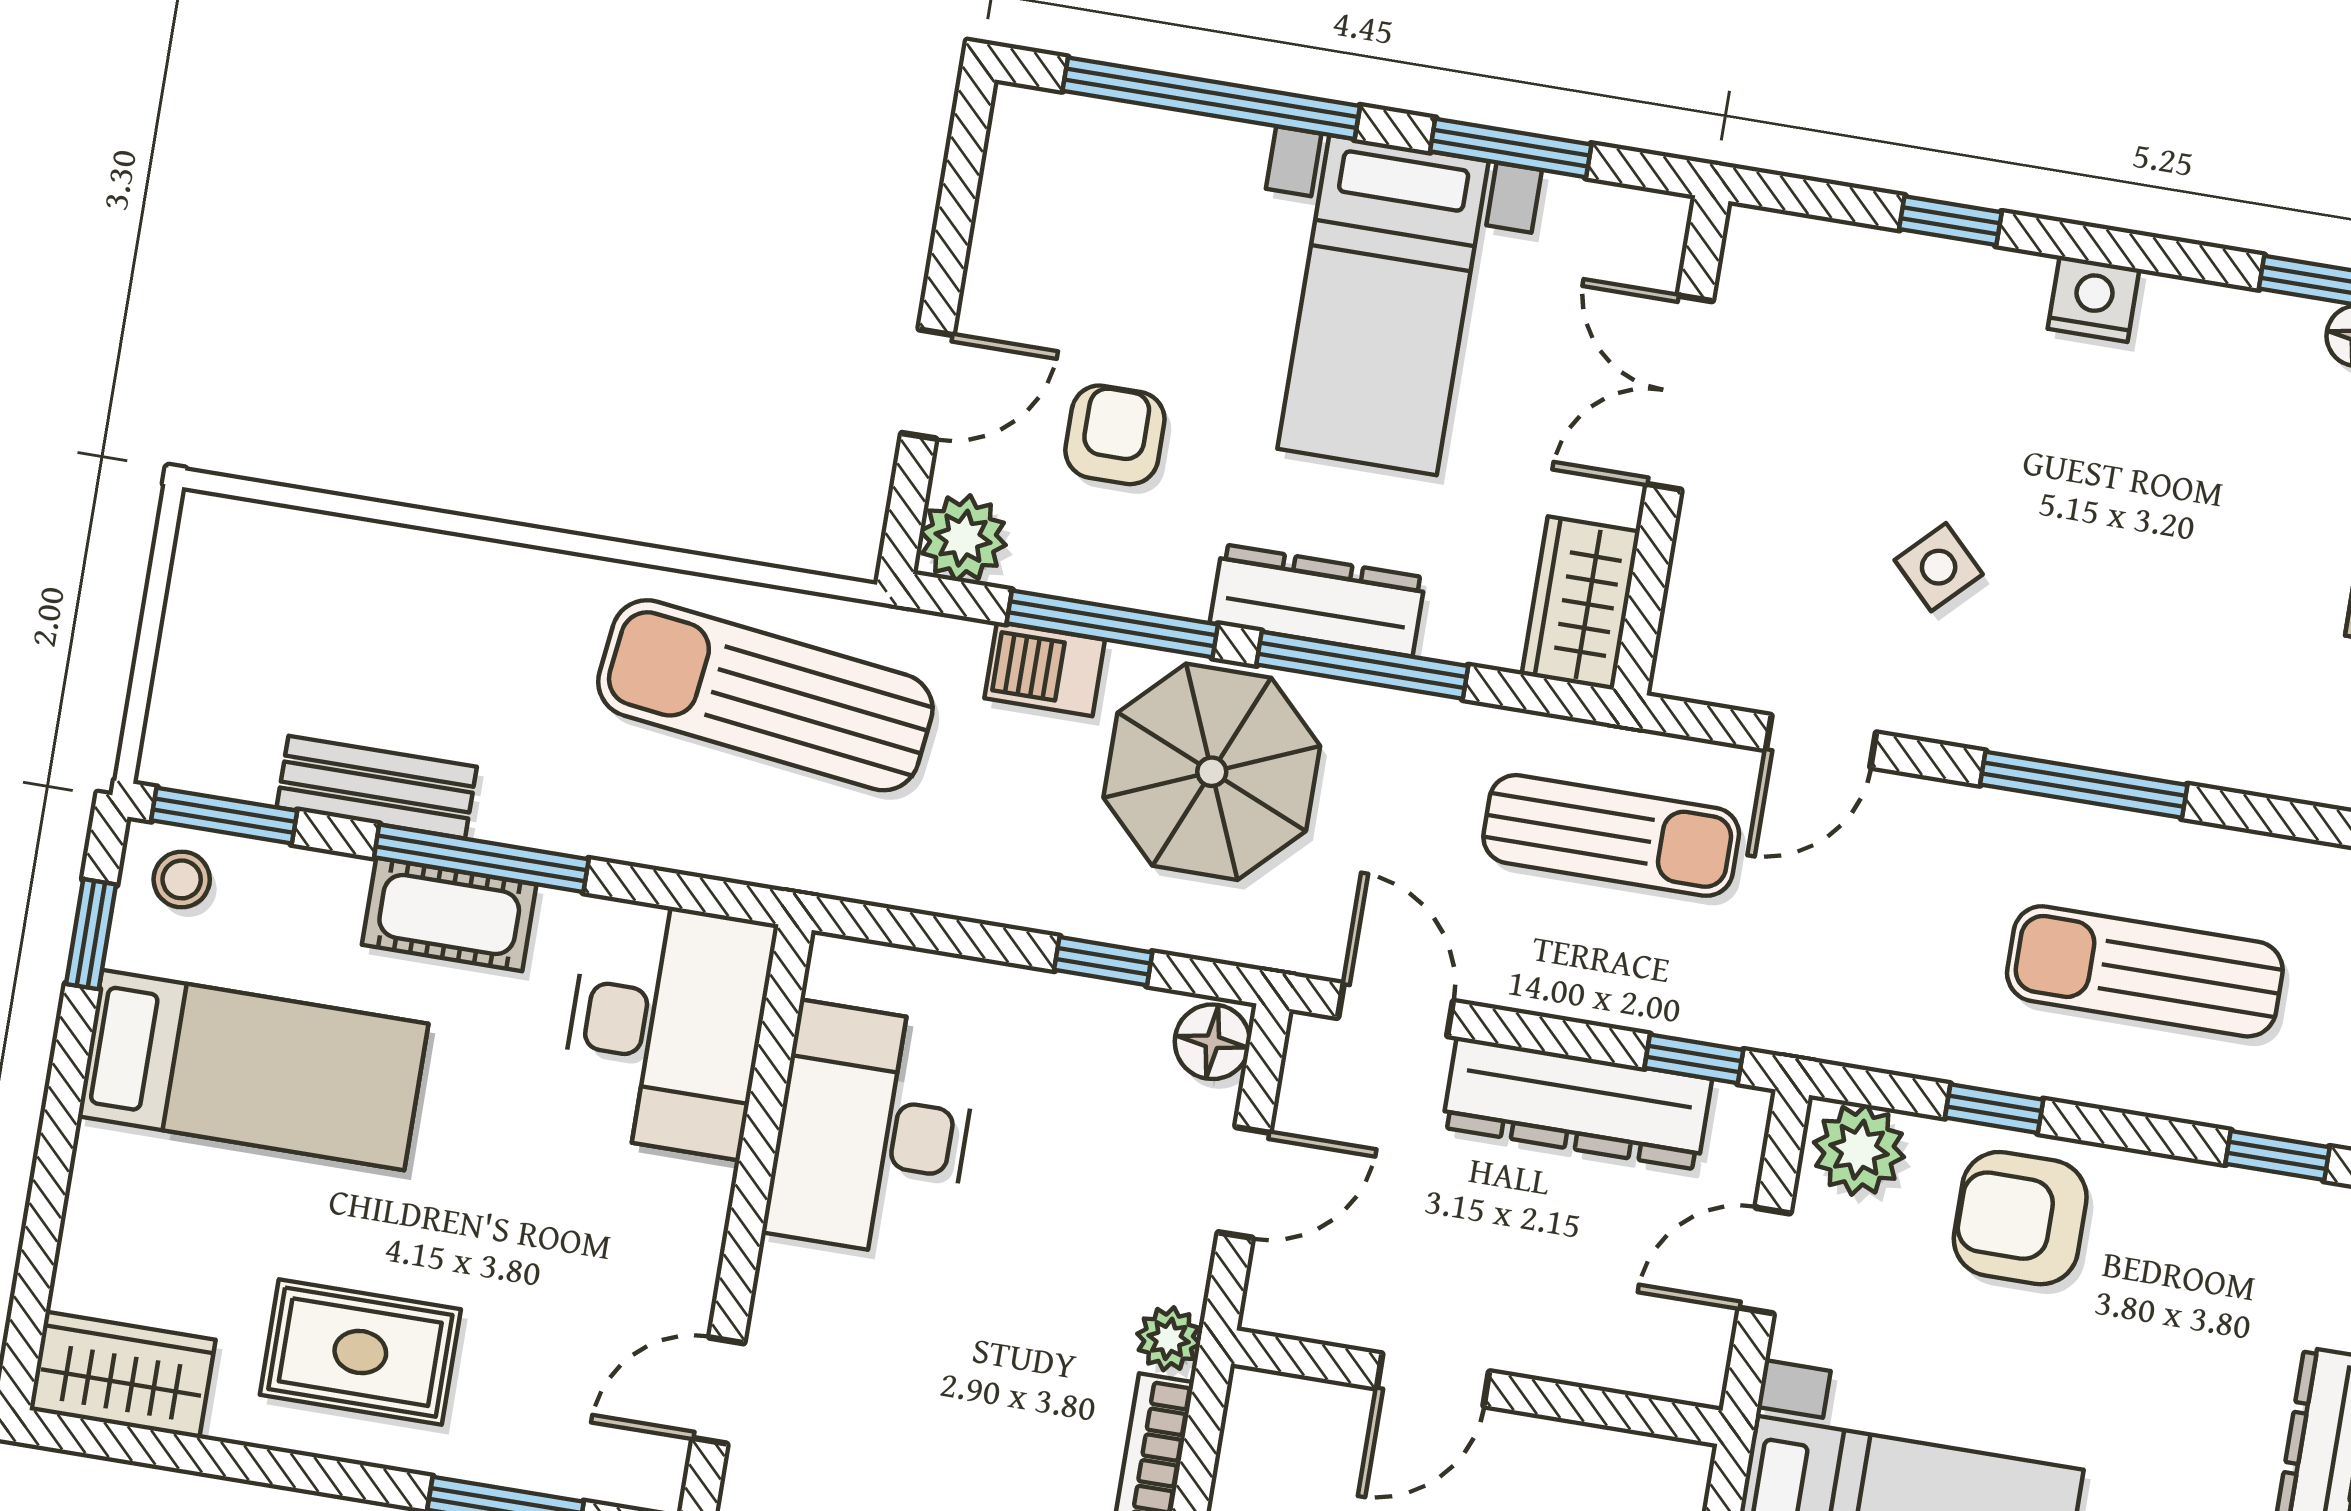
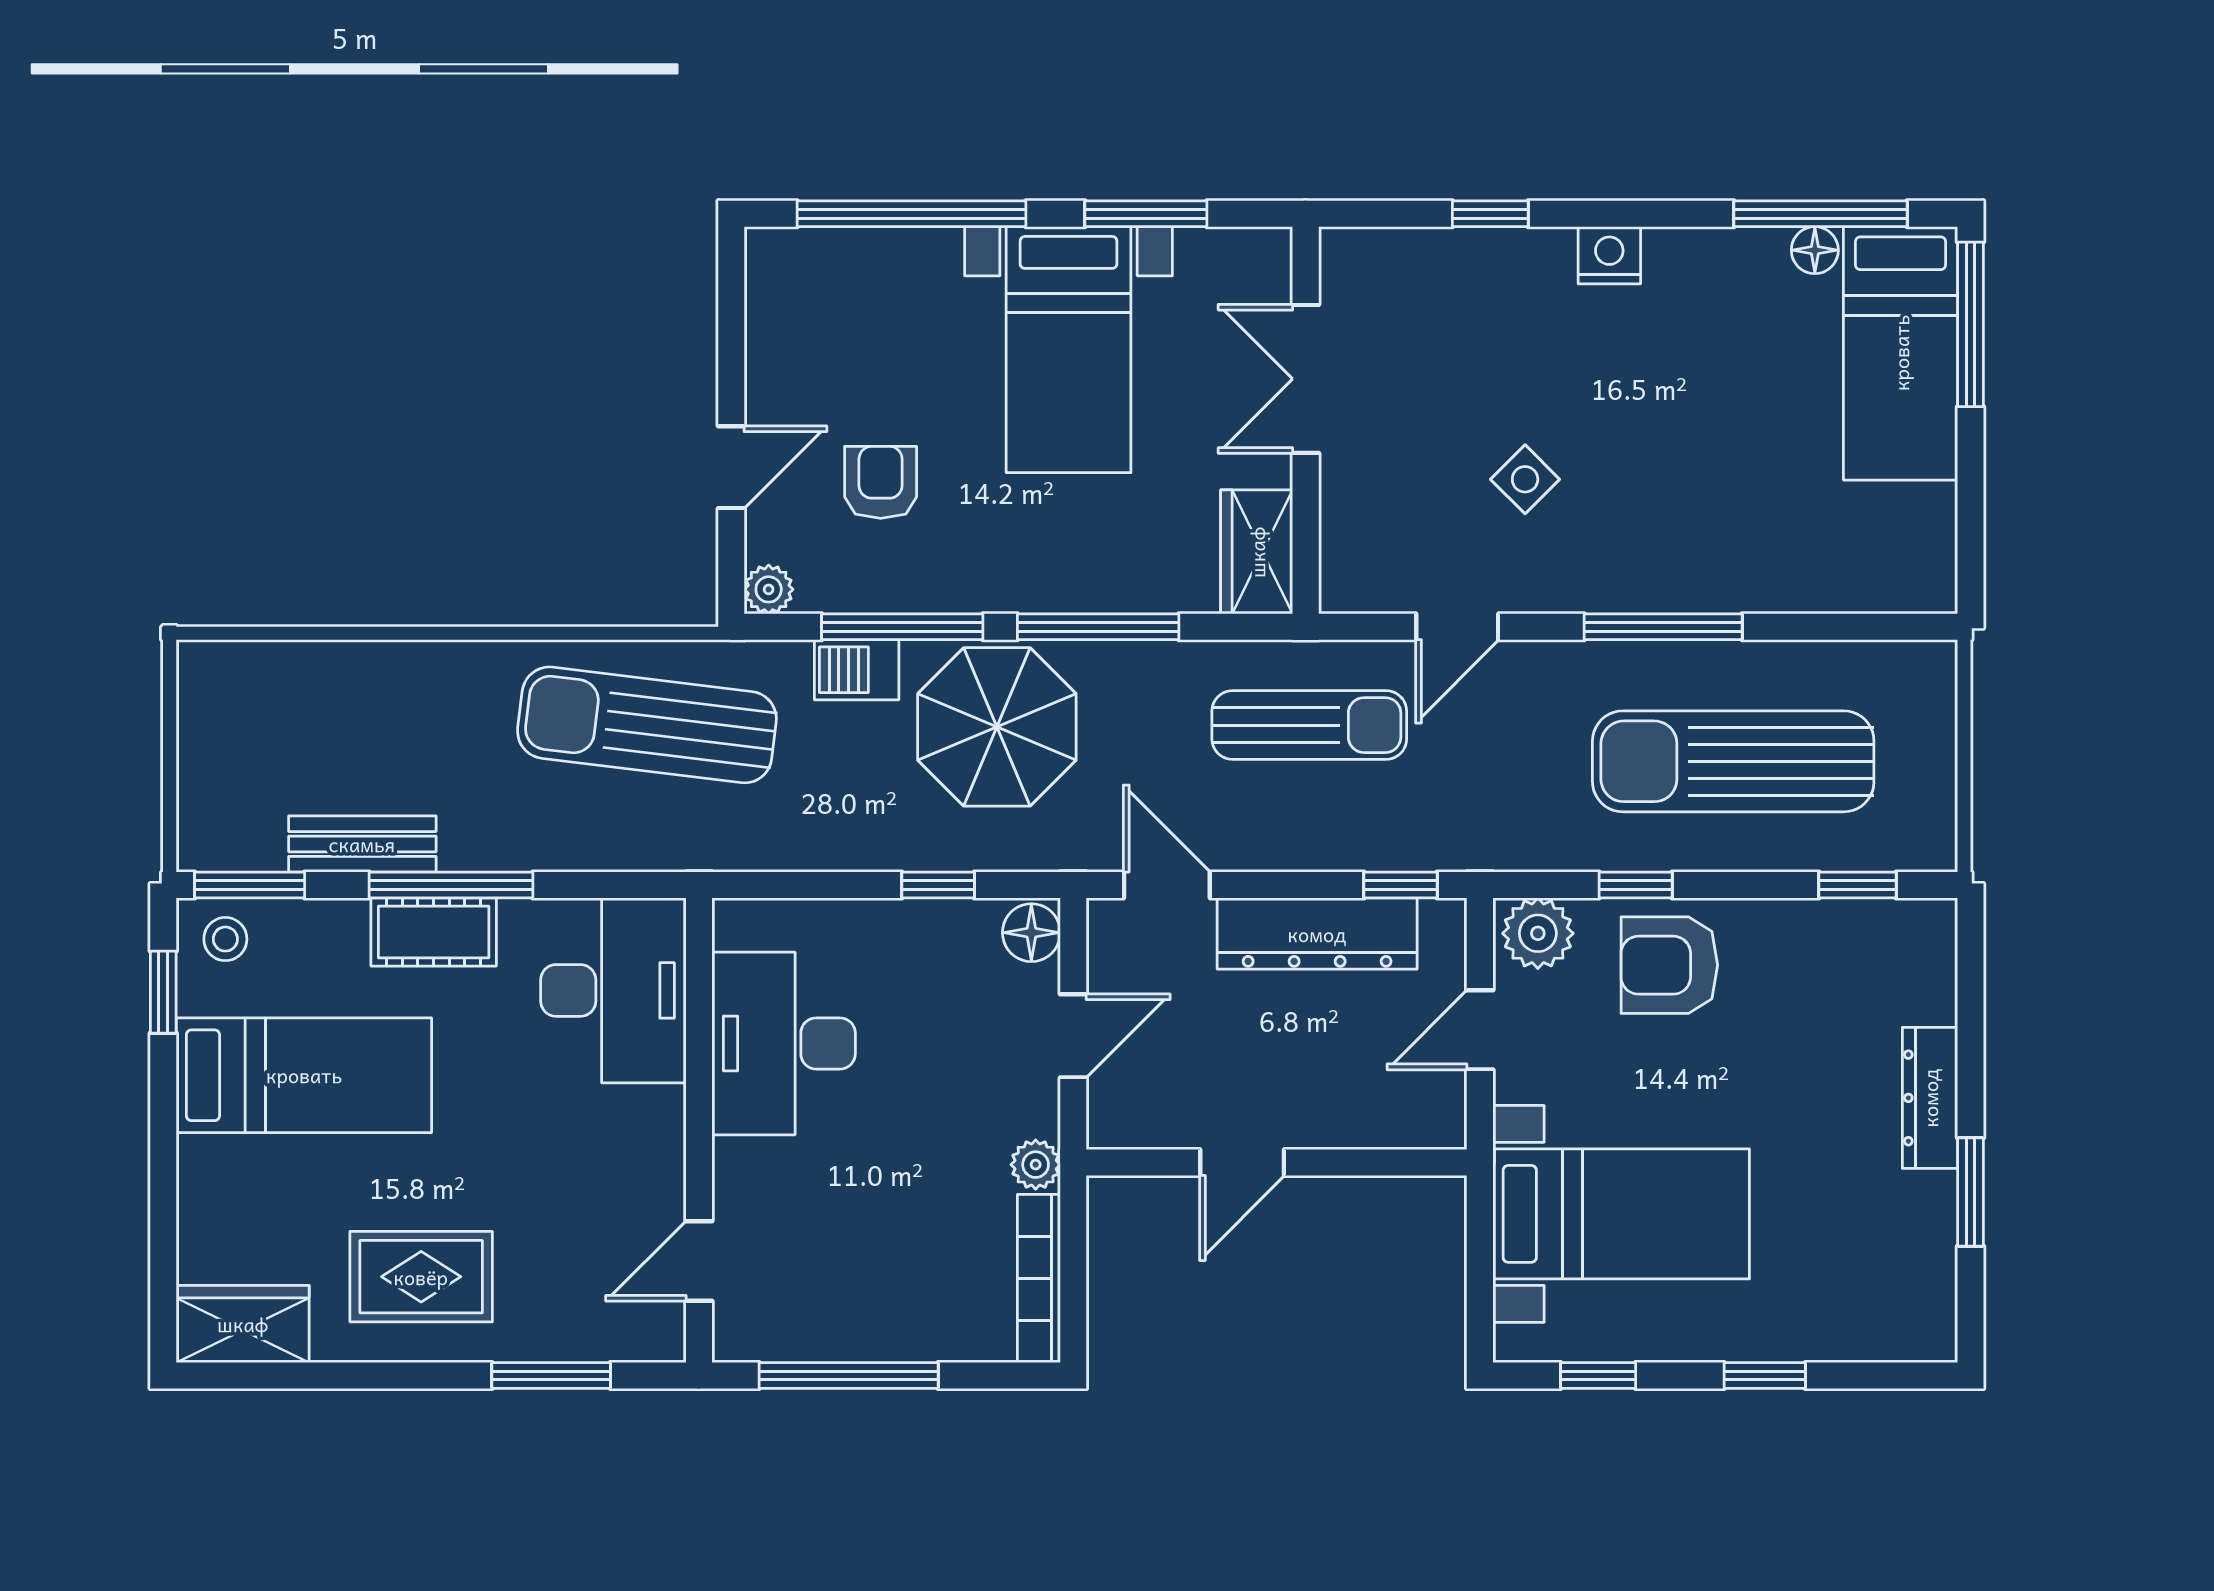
plant: (963, 538) -> (769, 589), width x0.73, depth x0.73
dresser: (1318, 600) -> (1056, 583), removed
sun lounger: (2145, 971) -> (1733, 761), width x1.36, depth x1.34

